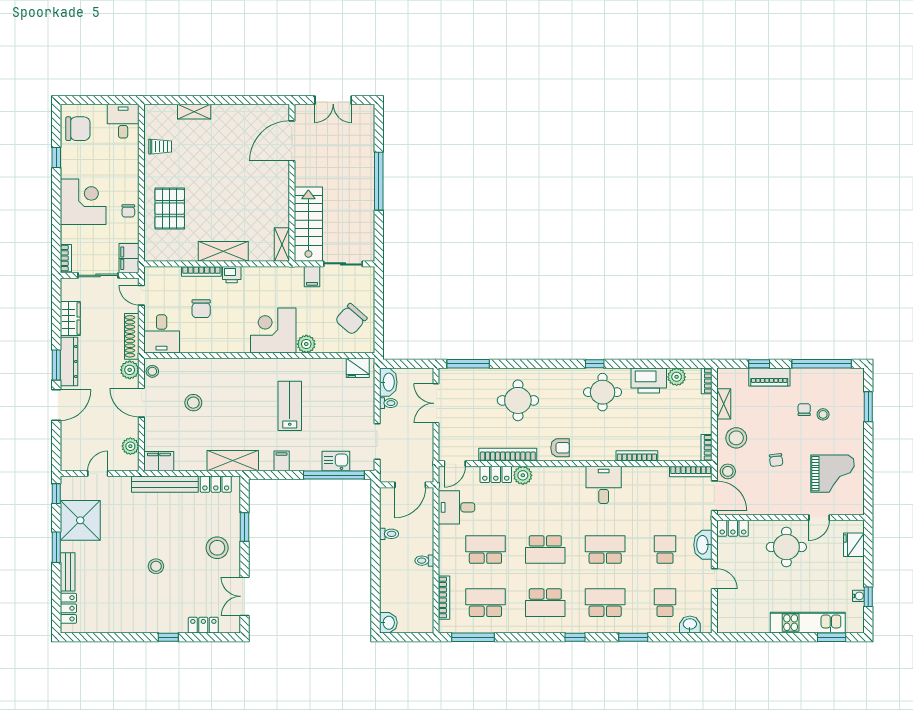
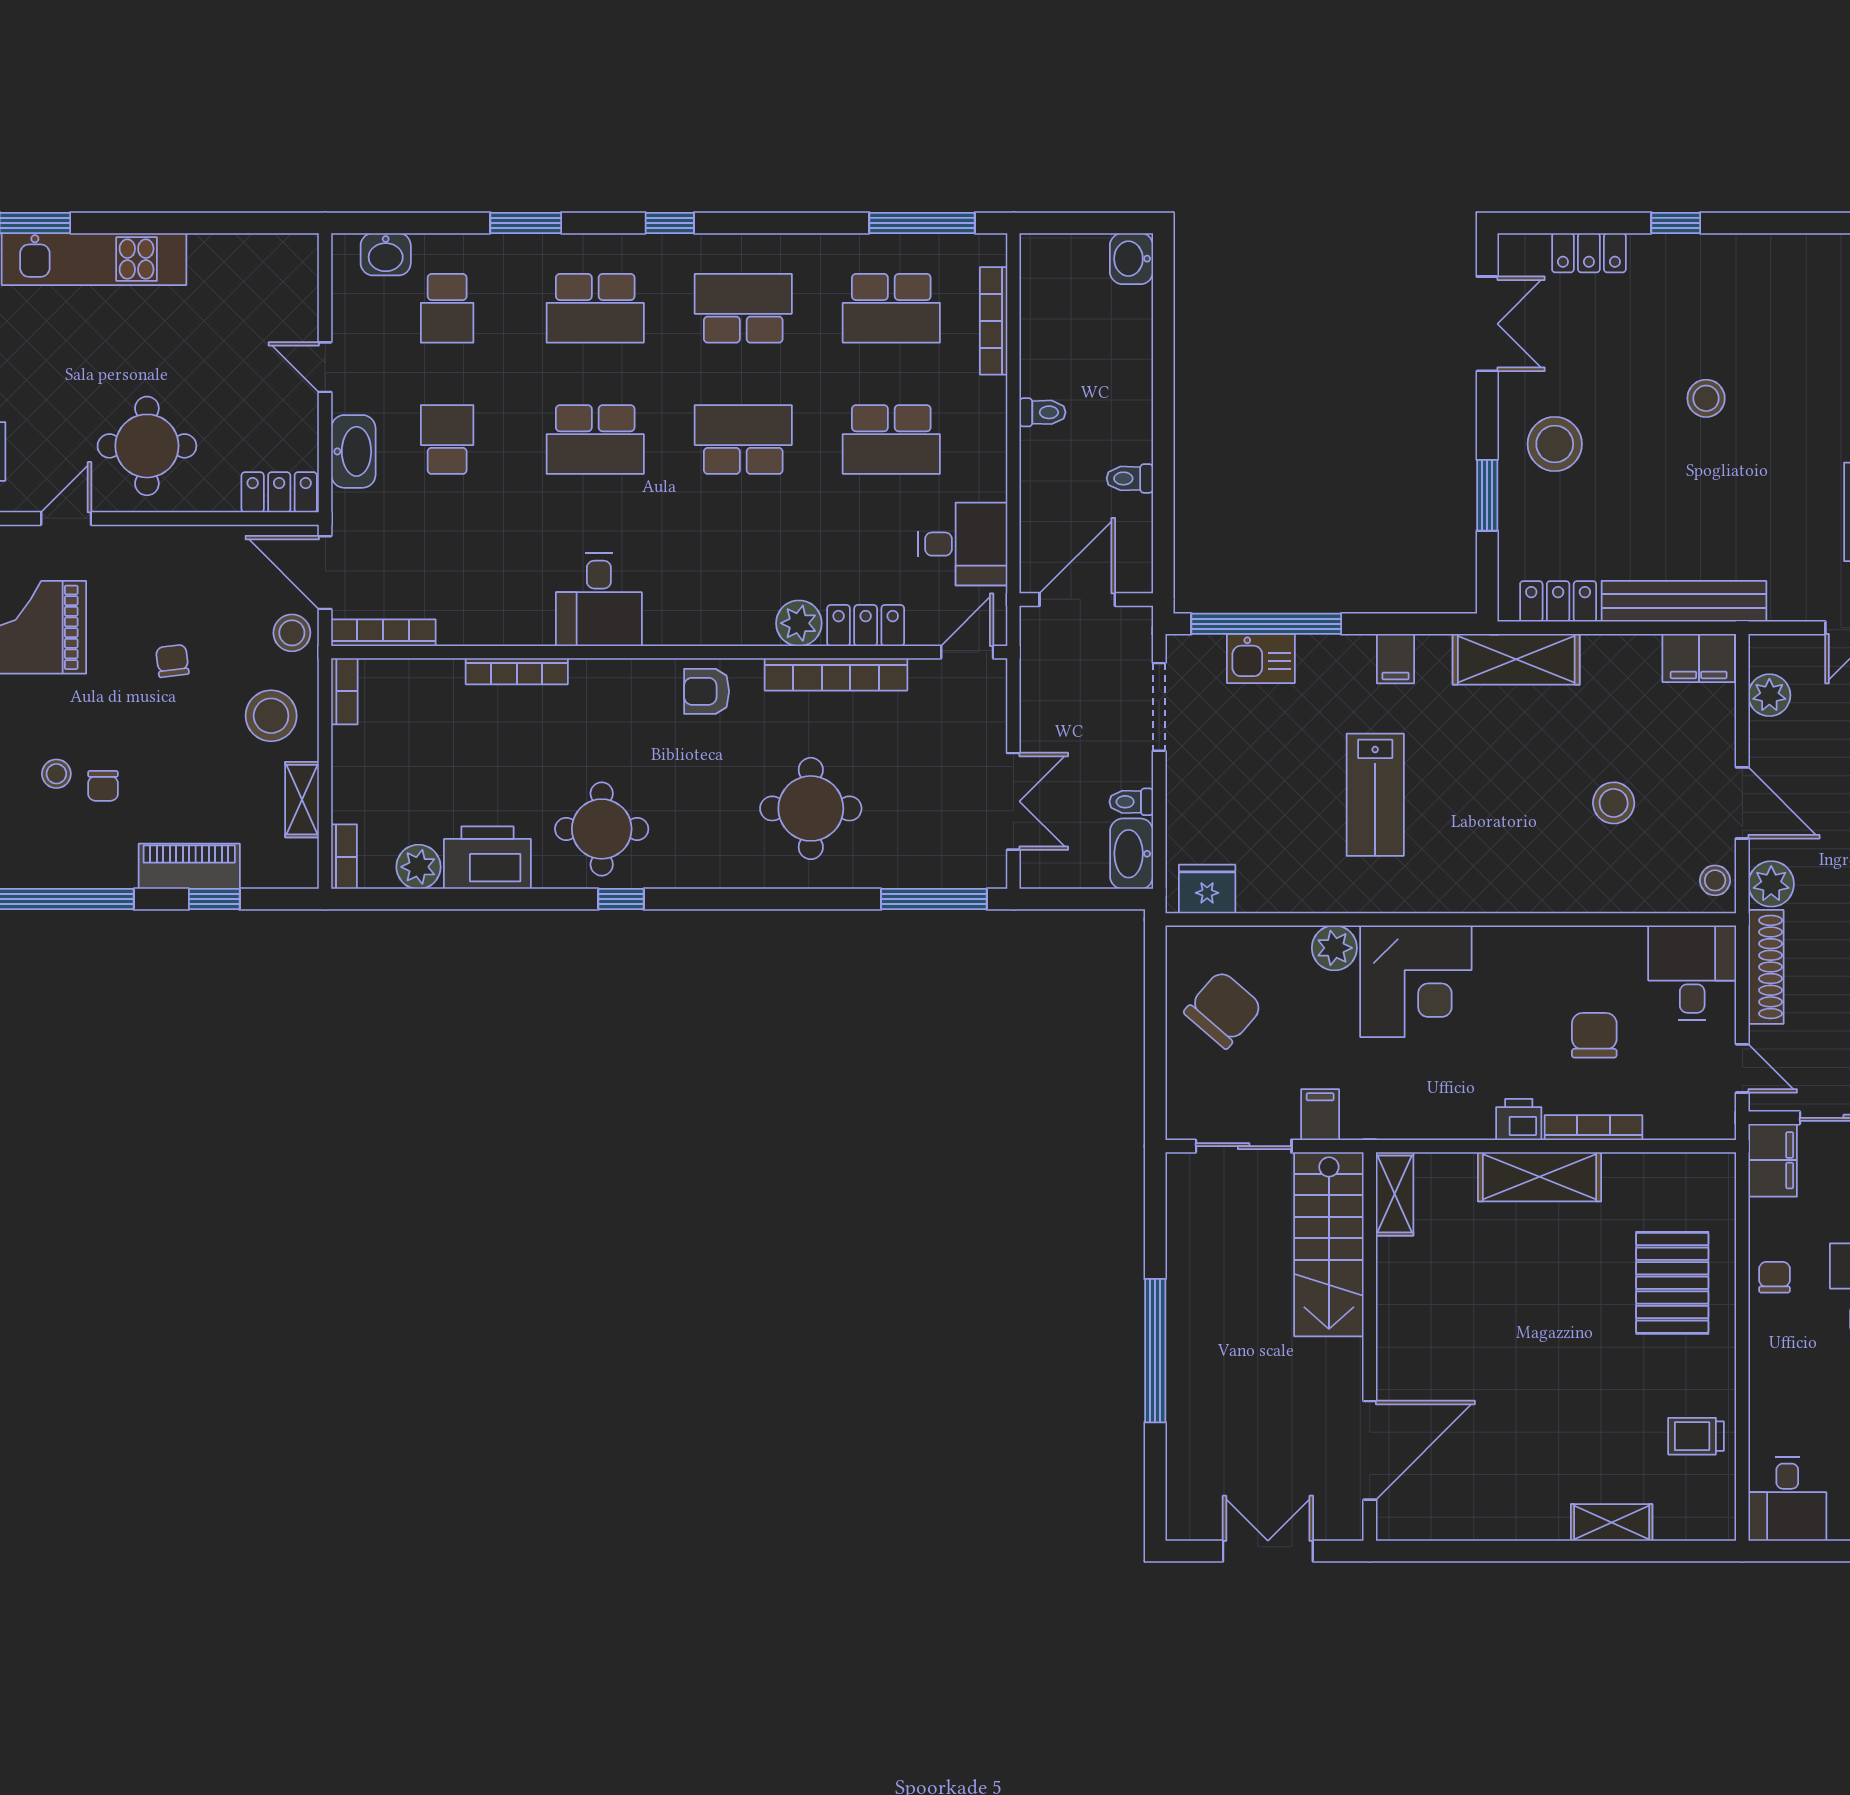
school desk: (665, 550) -> (447, 440), turned 180

